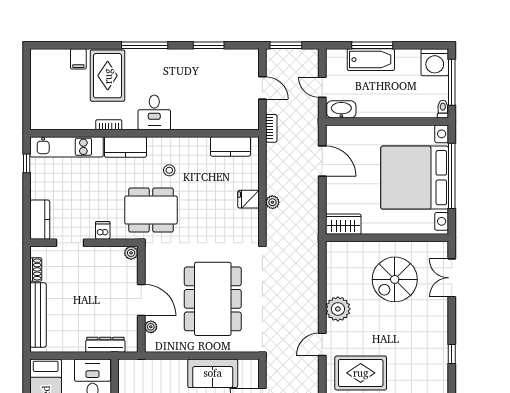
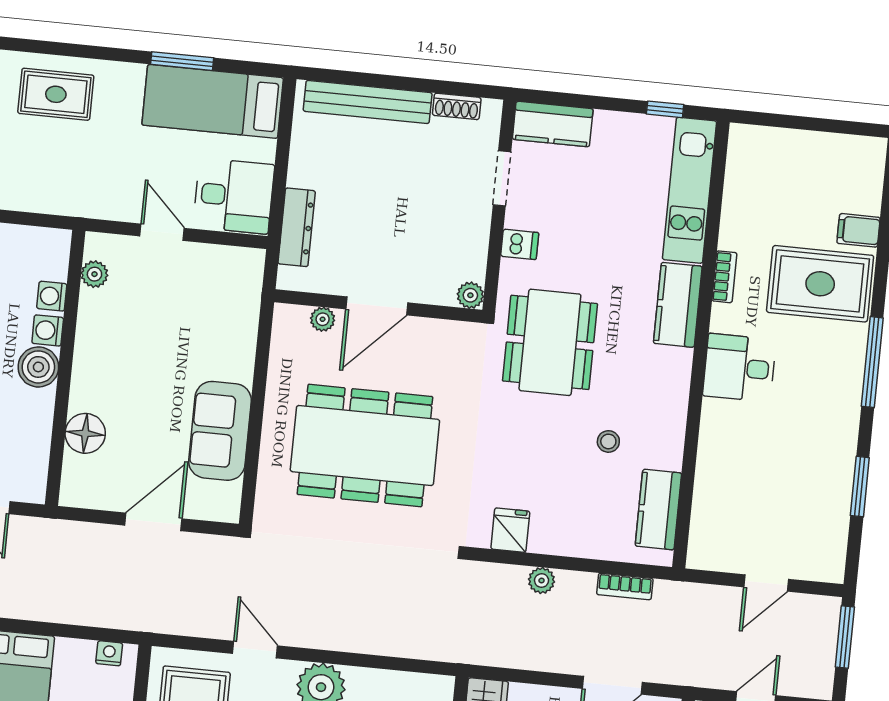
bookcase: (271, 128) -> (625, 586), moved
stool: (169, 170) -> (608, 441), moved
fridge: (248, 199) -> (510, 530), moved

